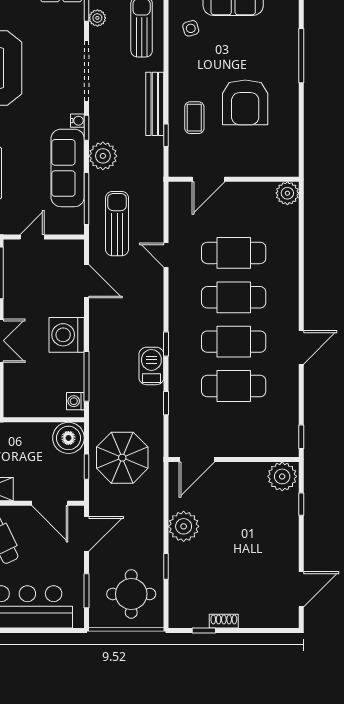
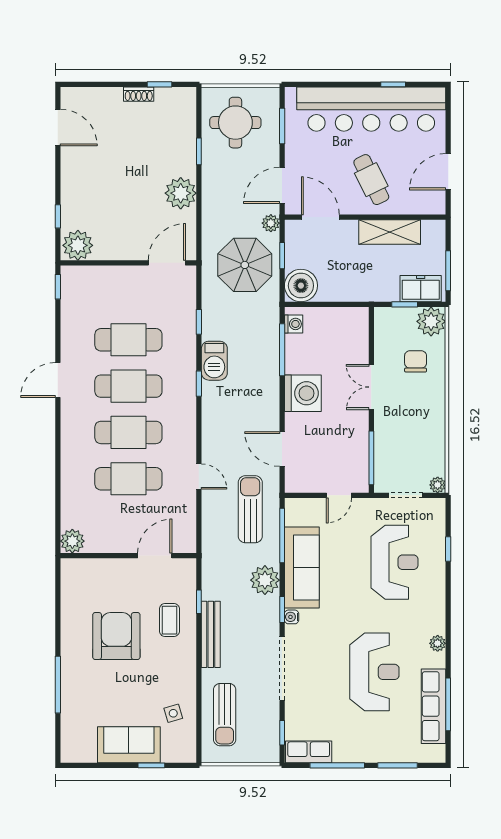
plant: (97, 18) -> (271, 223), moved
sun lounger: (117, 224) -> (250, 509), turned 180
door: (301, 589) -> (58, 127), swing flipped

